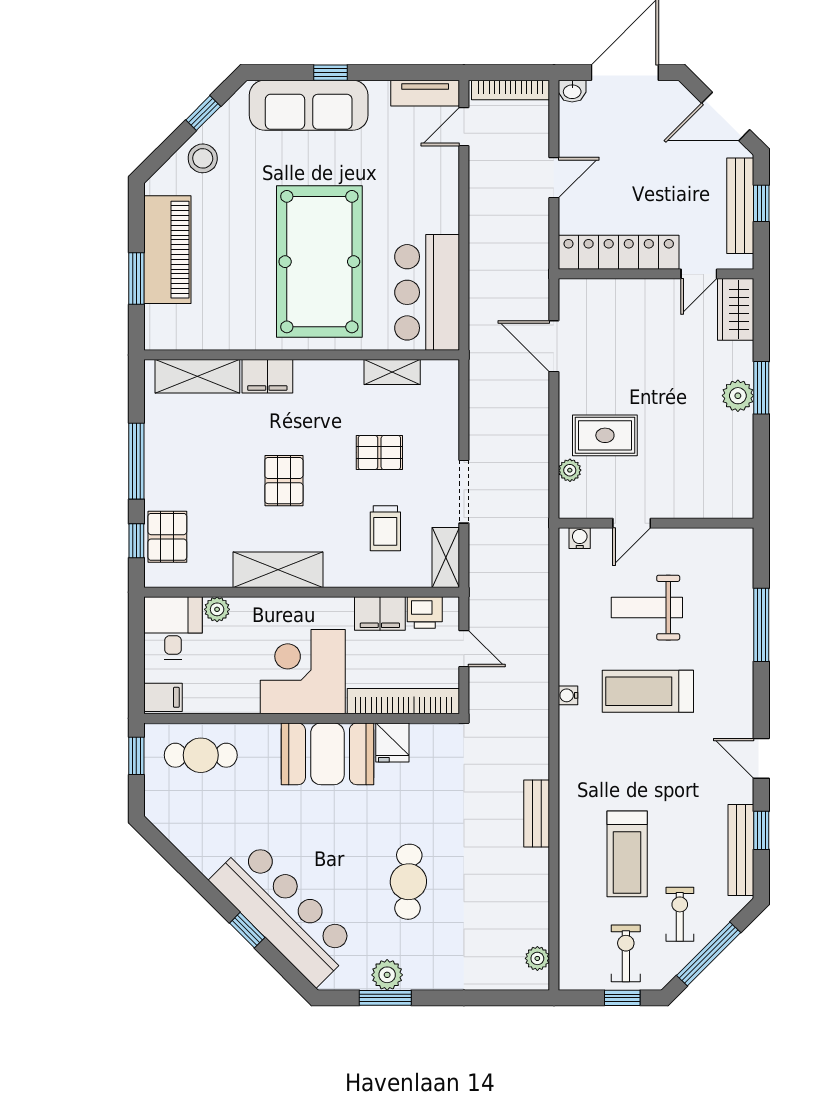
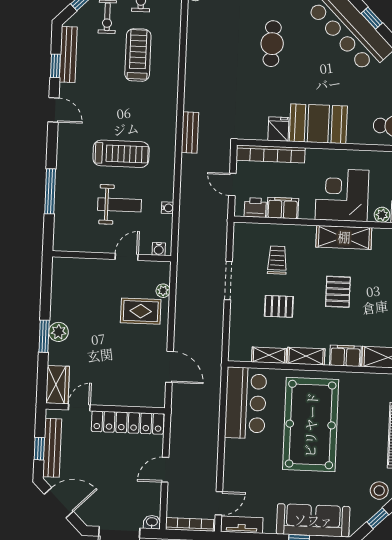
shelving: (446, 558) -> (306, 356), moved, turned 90
corner desk: (303, 672) -> (342, 195), moved, turned 180
water cooler: (568, 695) -> (168, 208), moved
bench: (537, 813) -> (190, 132), moved

